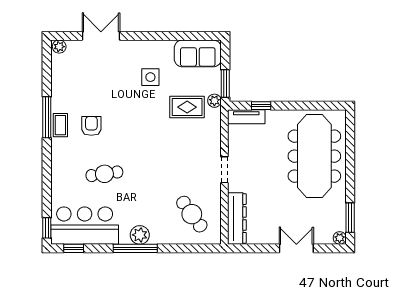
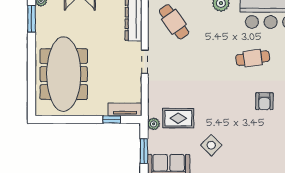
side table: (150, 77) -> (211, 145), turned 45
window: (225, 83) -> (144, 151), moved

